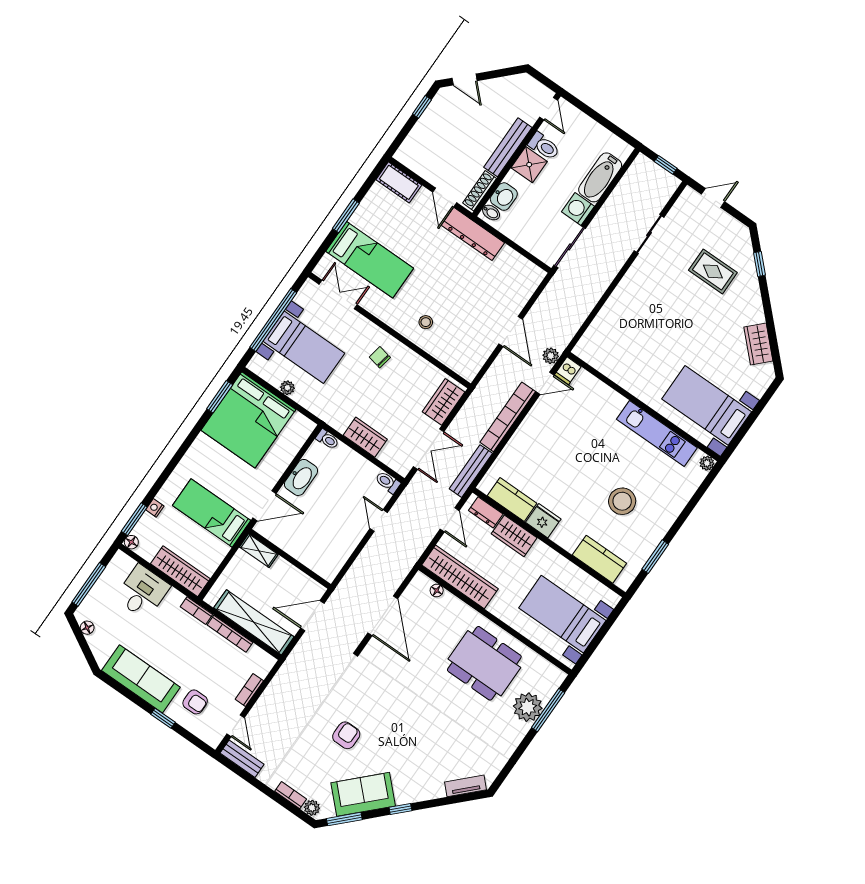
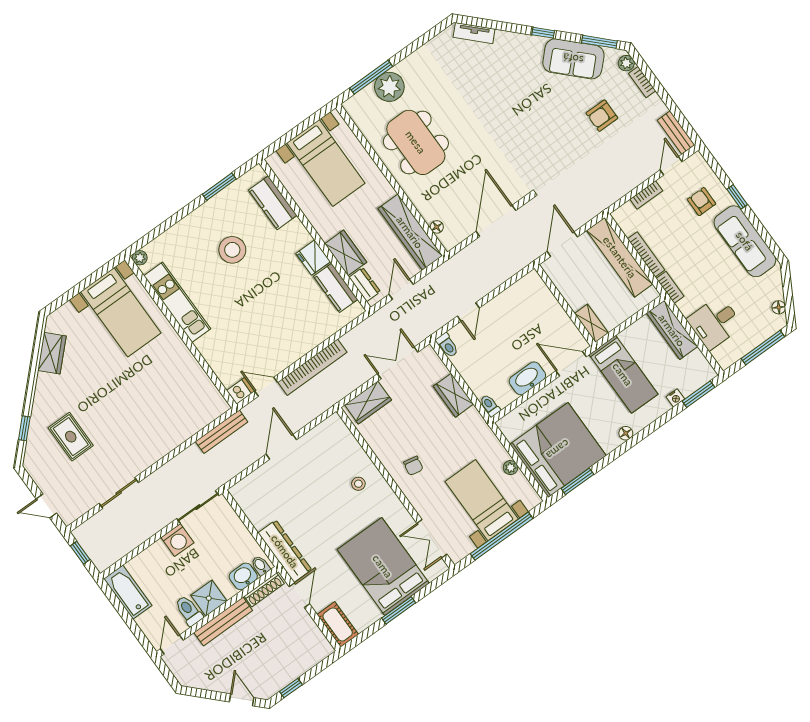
bathtub: (600, 177) -> (128, 592), moved, turned -90
bed: (370, 260) -> (383, 566), width x1.50
plant: (551, 356) -> (252, 411), removed
bench: (471, 471) -> (222, 432), moved
floor lamp: (131, 542) -> (626, 433), moved
door: (312, 616) -> (562, 244), swing flipped
armchair: (346, 735) -> (602, 116), moved

